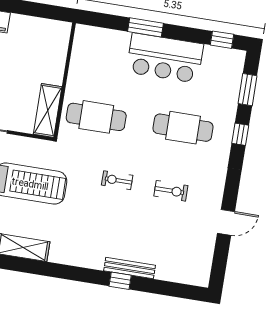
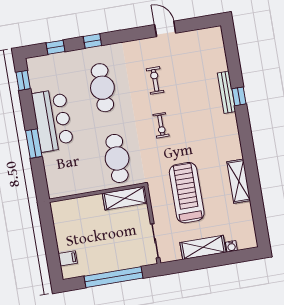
window: (247, 90) -> (56, 47), width x0.67

